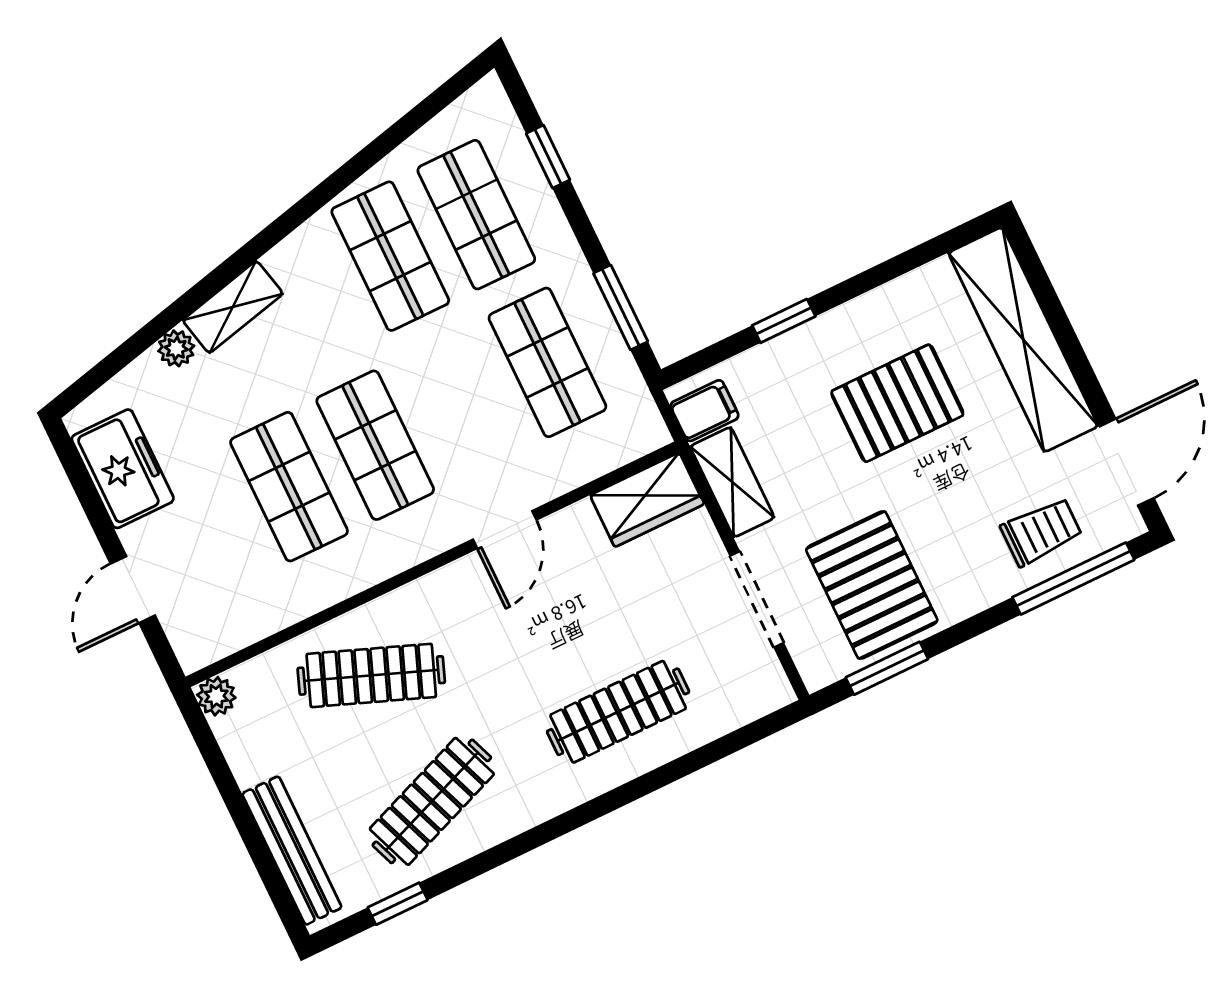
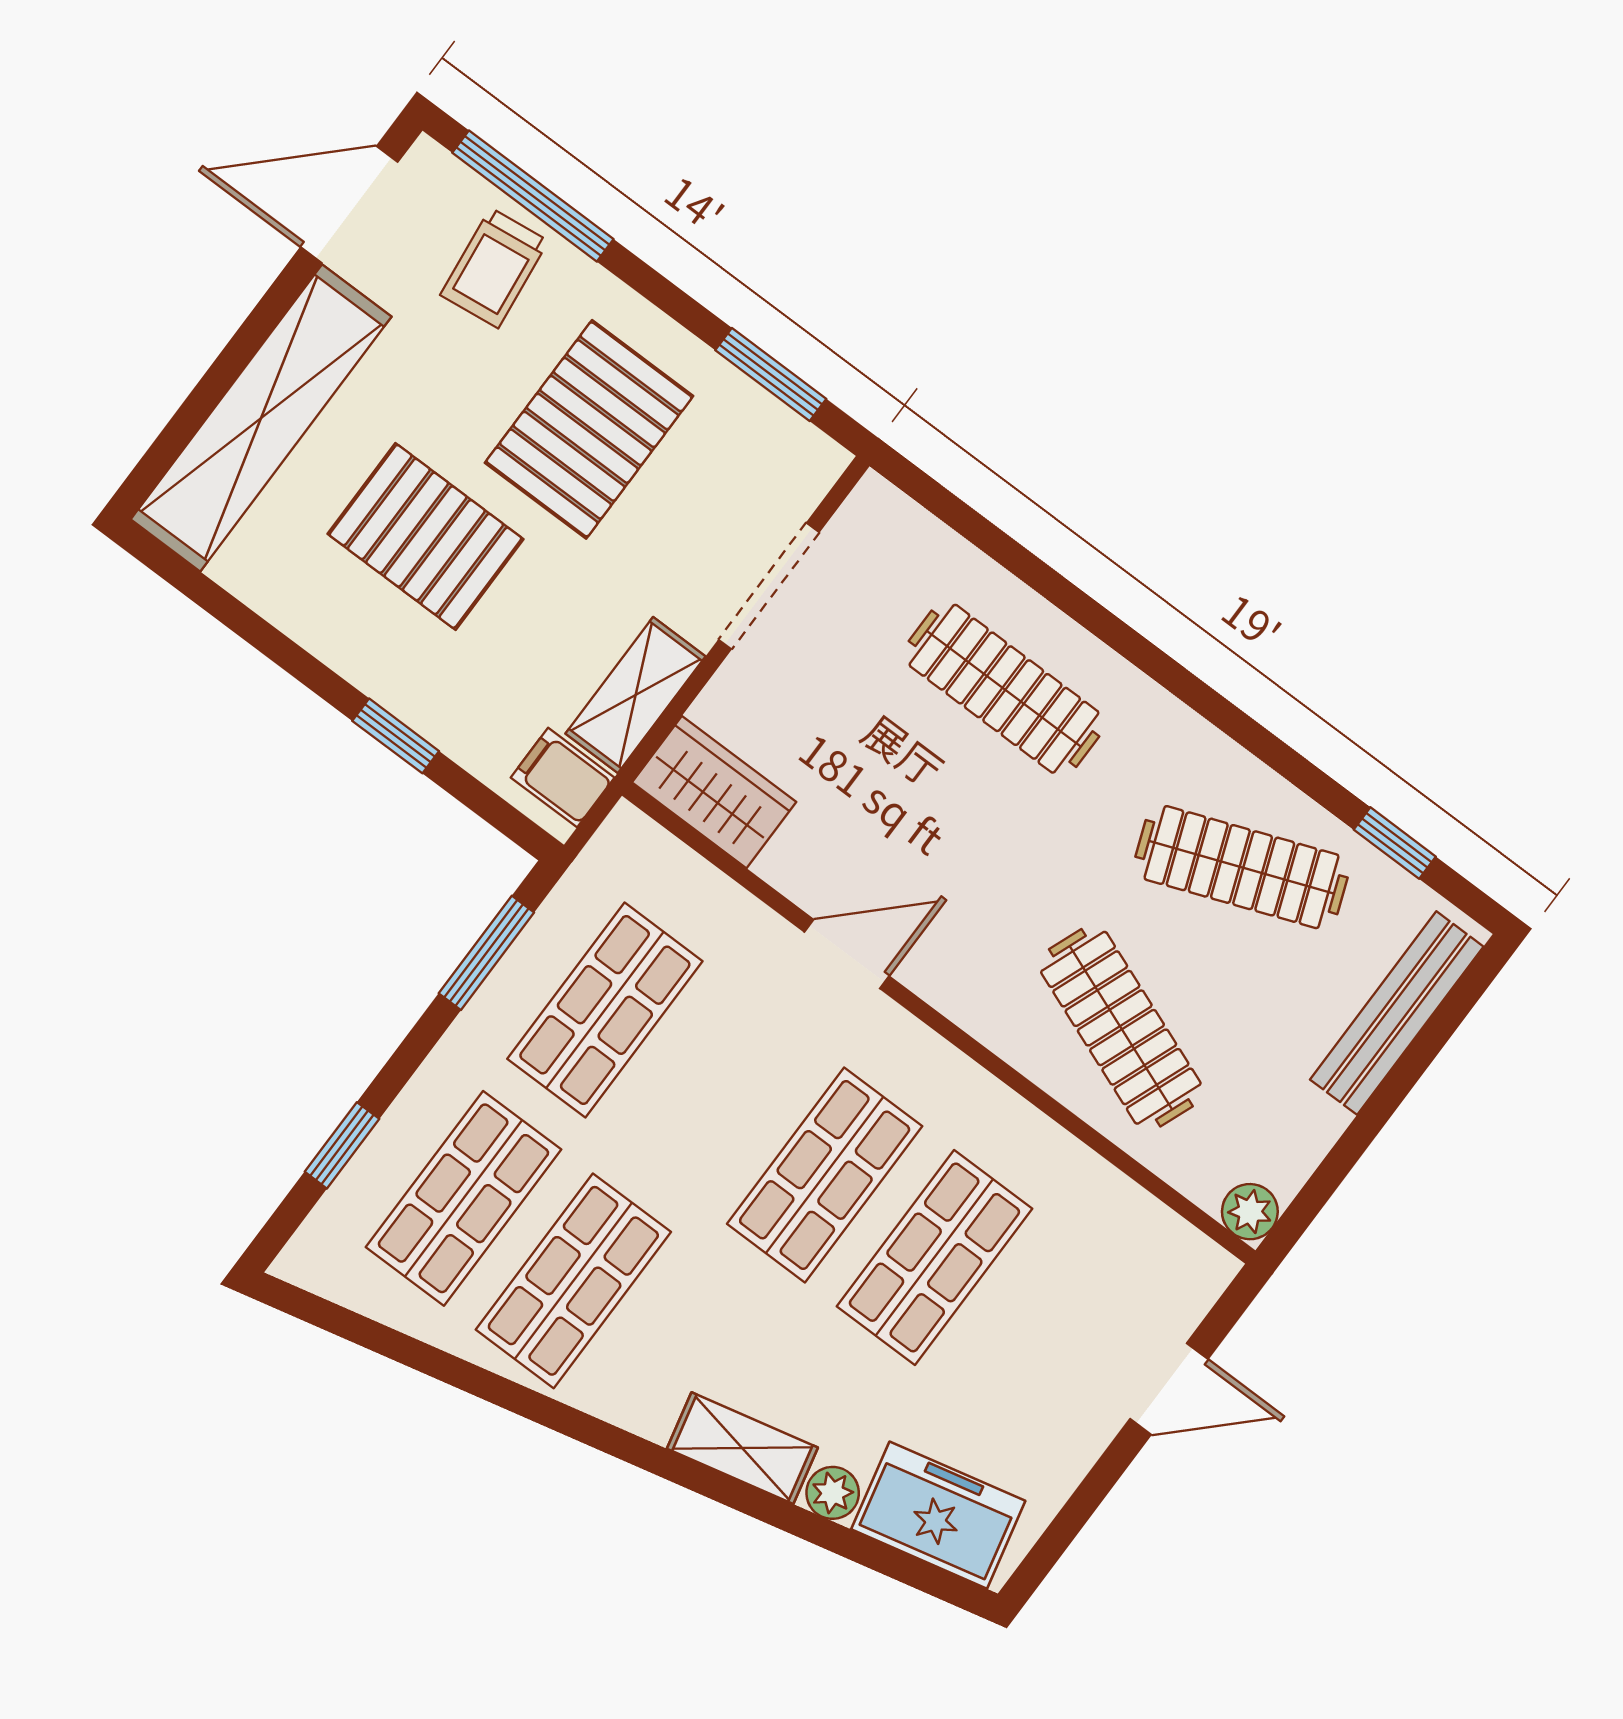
freezer: (123, 469) -> (938, 1515), moved, turned 77
trolley: (1041, 532) -> (494, 268), turned -97
pallet: (872, 585) -> (589, 429), moved

